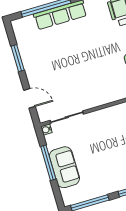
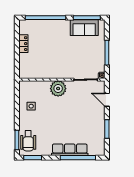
plant: (101, 94) -> (58, 89), added
sofa: (64, 167) -> (84, 28), moved, turned -90

